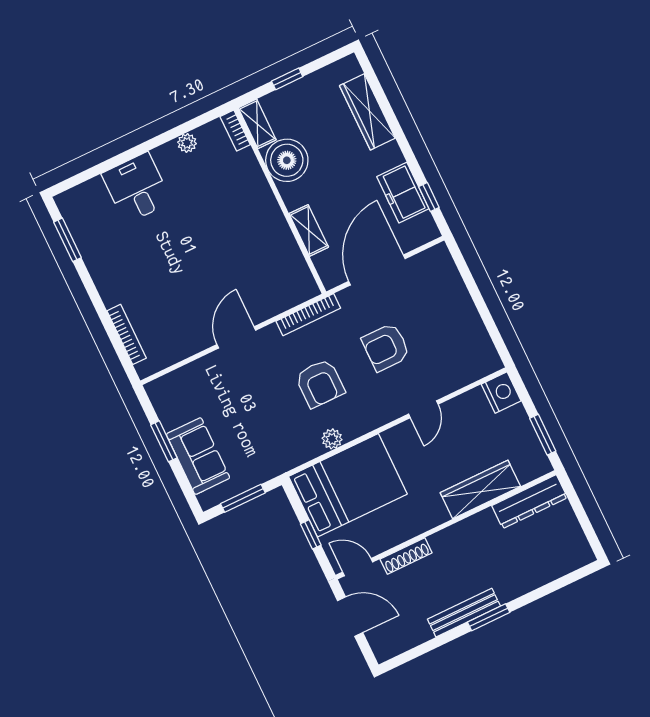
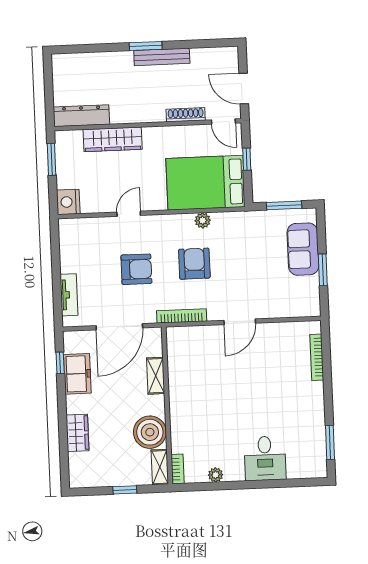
wardrobe: (367, 112) -> (77, 433), width x0.67
tv unit: (453, 282) -> (69, 295), added

